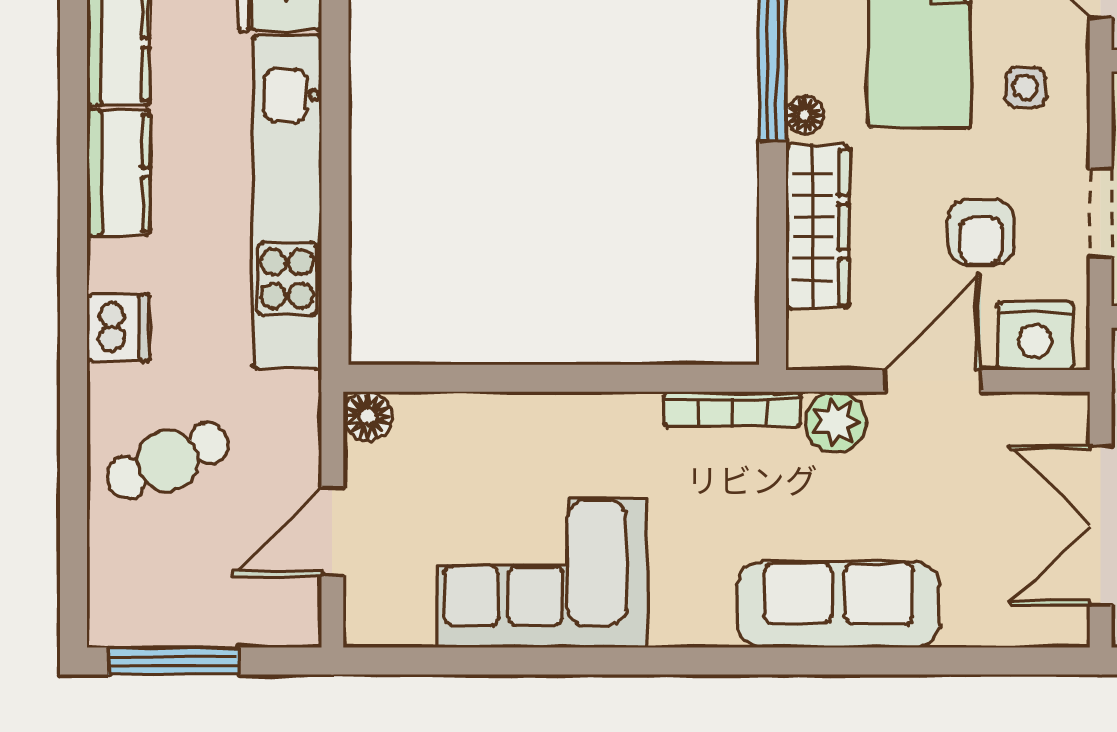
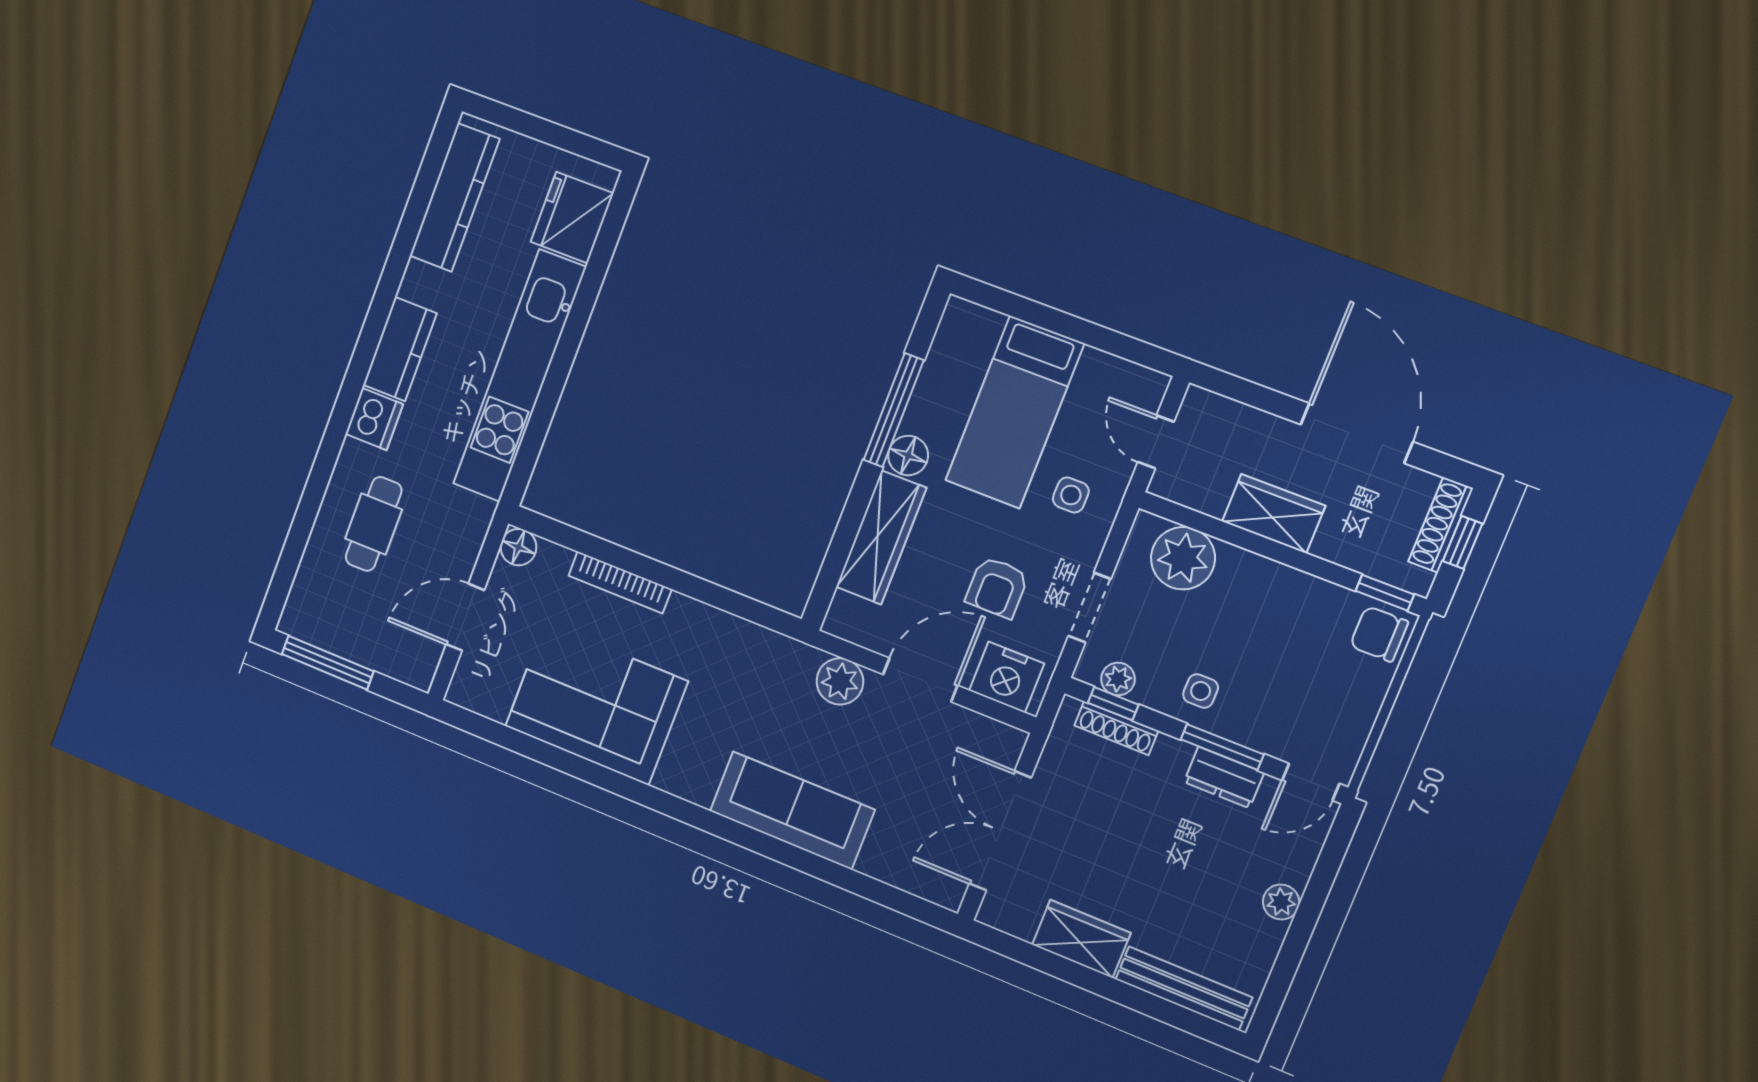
floor lamp: (805, 115) -> (908, 456), width x1.37, depth x1.37
kitchen counter: (118, 173) -> (400, 349), moved
bookcase: (732, 409) -> (620, 582), moved
cafe table: (168, 461) -> (374, 524), turned -67

